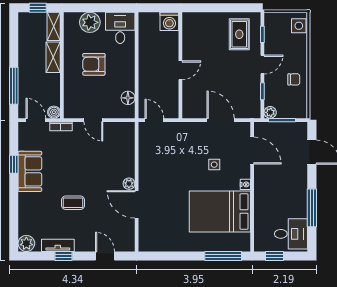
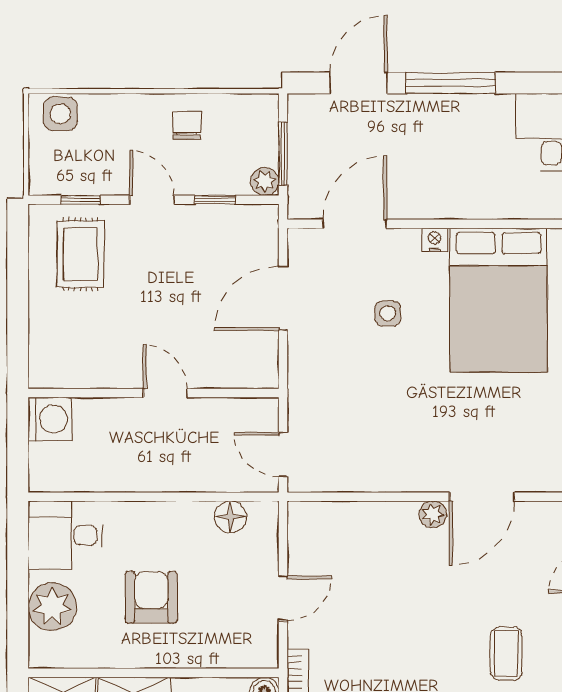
rug: (239, 34) -> (80, 254), turned 90
armchair: (94, 64) -> (151, 597), turned 180
door: (154, 120) -> (283, 454), hinge flipped
coffee table: (73, 203) -> (506, 654), moved
window: (312, 208) -> (451, 83), moved

